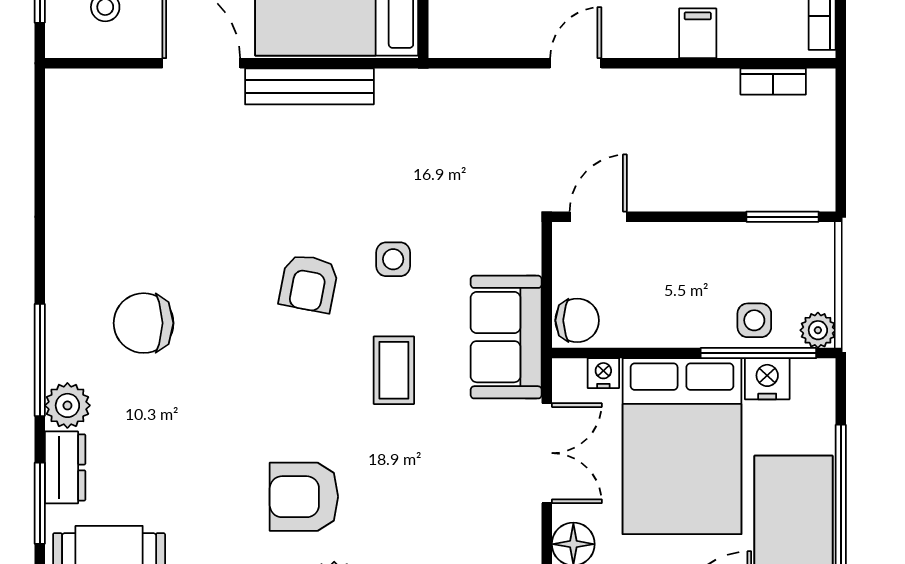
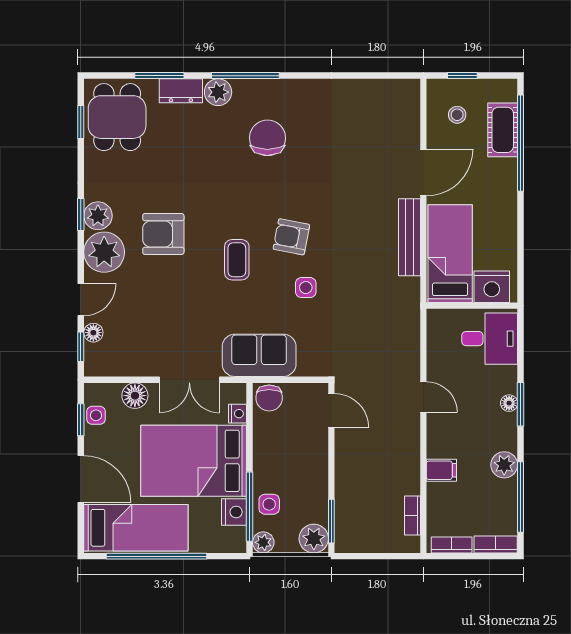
plant: (811, 246) -> (314, 539), added
coffee table: (394, 370) -> (237, 260), moved, turned 90
armchair: (304, 497) -> (163, 234), turned -90

